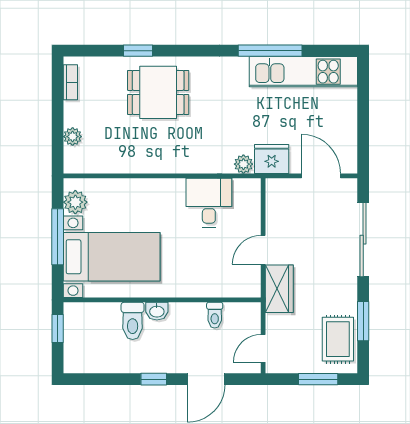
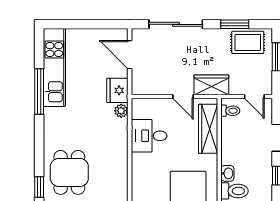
door: (321, 176) -> (130, 55), hinge flipped
wardrobe: (218, 284) -> (208, 129), added
toilet: (215, 315) -> (230, 111), moved

